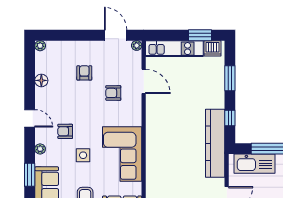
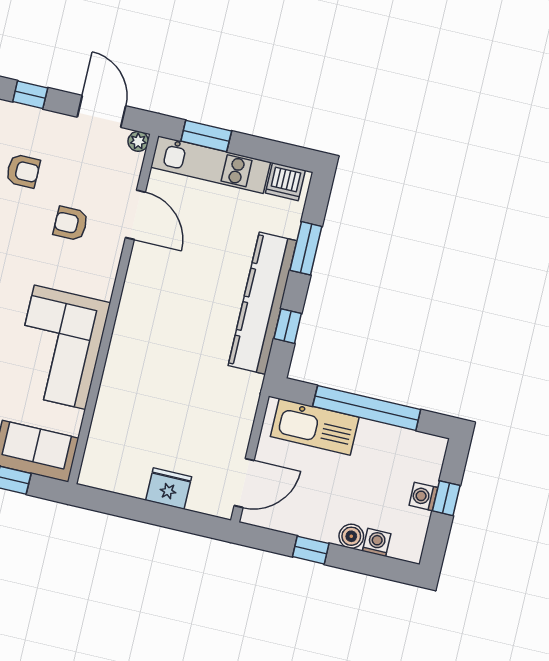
window: (79, 35) -> (30, 95), added
window: (200, 35) -> (206, 136), moved
armchair: (84, 73) -> (23, 171), turned 90
kitchen counter: (215, 143) -> (262, 303), moved

